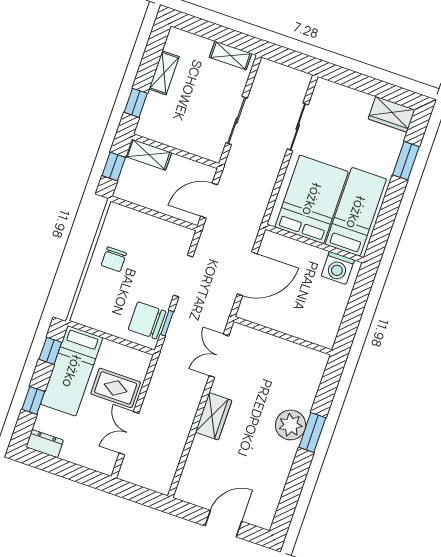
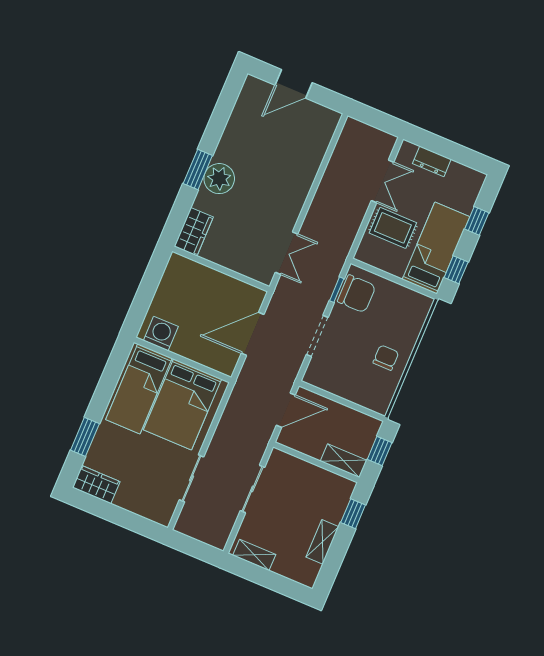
wardrobe: (214, 416) -> (194, 232), moved, turned 180
dresser: (45, 444) -> (432, 161), moved

